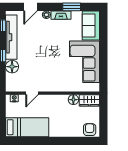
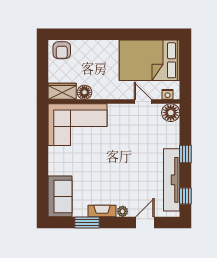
corner sofa: (84, 62) -> (77, 125), moved, turned 90
floor lamp: (12, 67) -> (171, 113), moved
door: (32, 93) -> (143, 102), hinge flipped
bed: (27, 127) -> (150, 60), width x1.50

